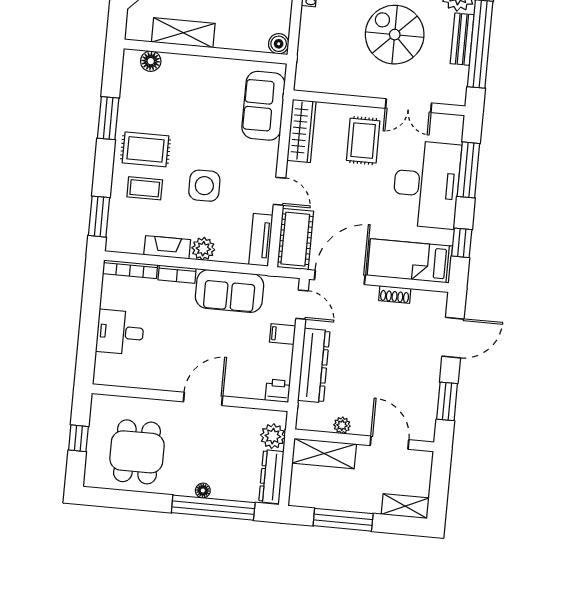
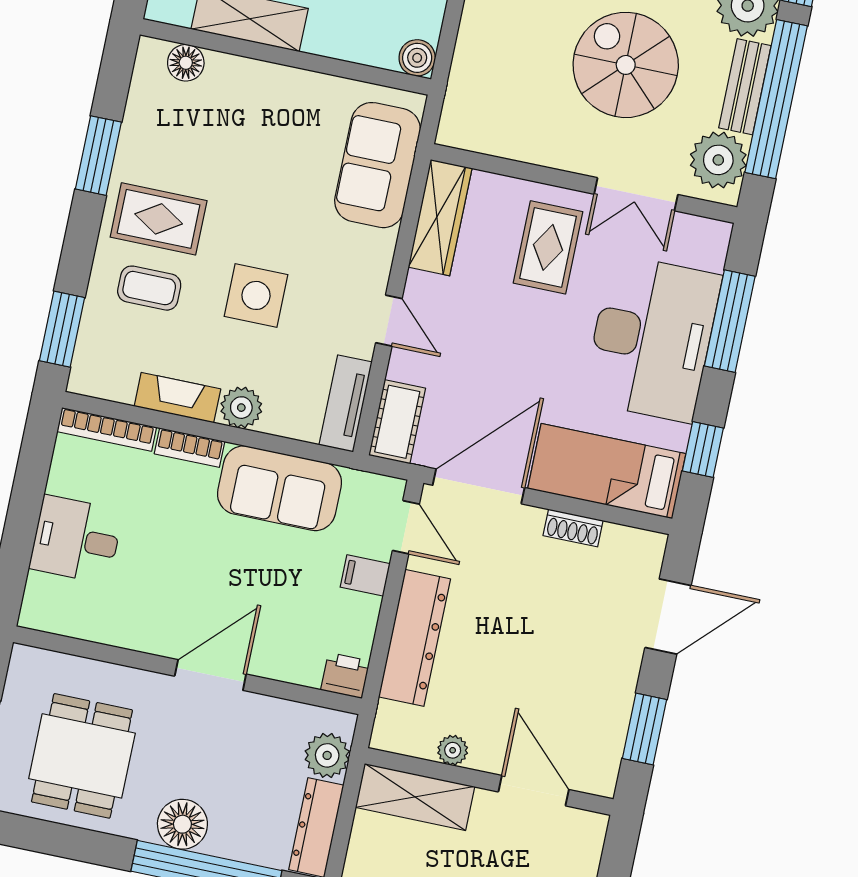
plant: (452, 81) -> (718, 160), added
cot: (295, 239) -> (397, 422), width x0.73, depth x0.75
floor lamp: (203, 490) -> (182, 824), width x1.89, depth x1.89

